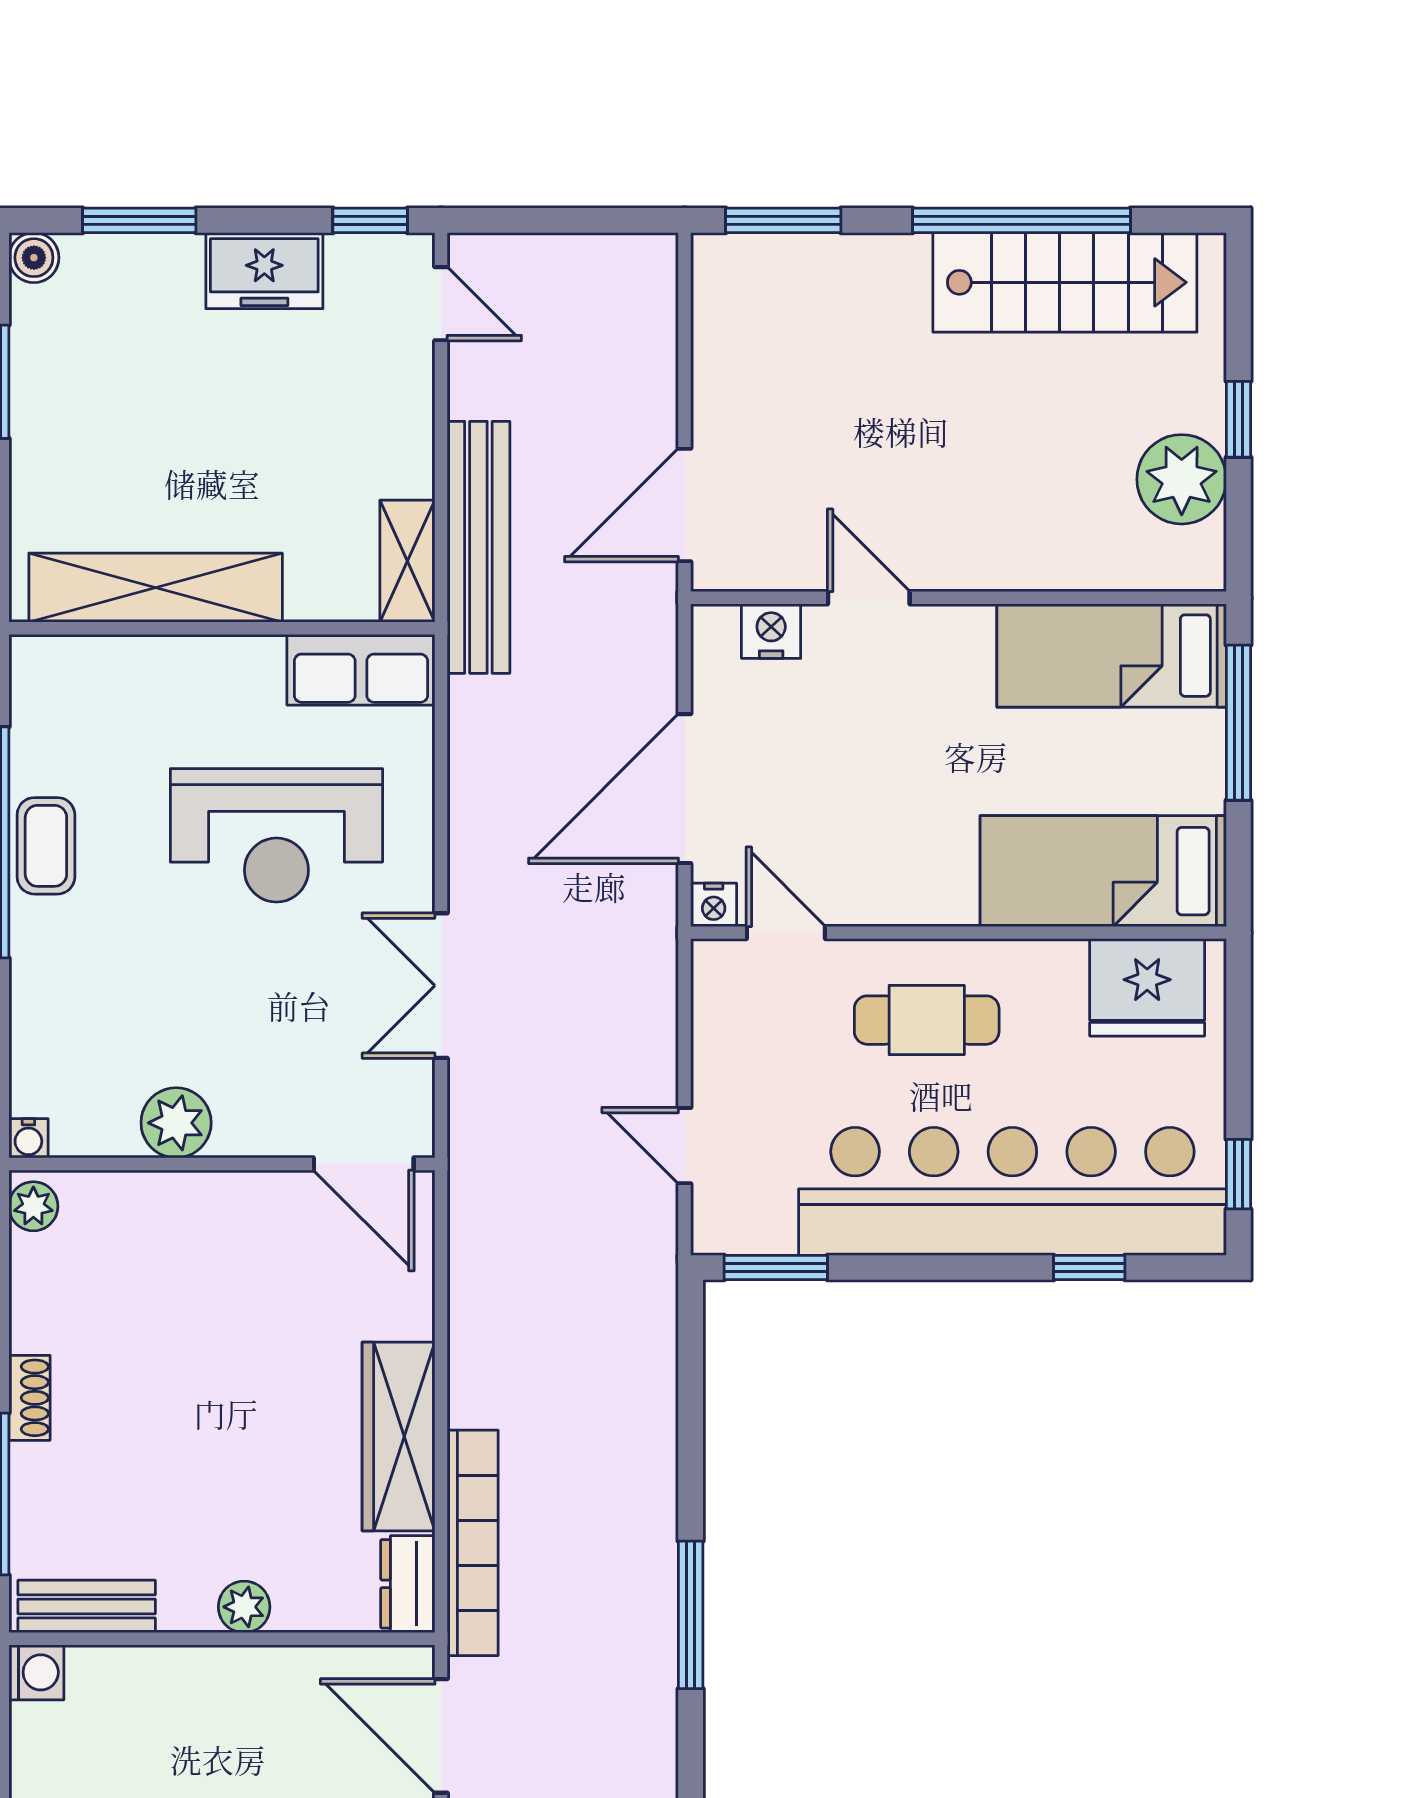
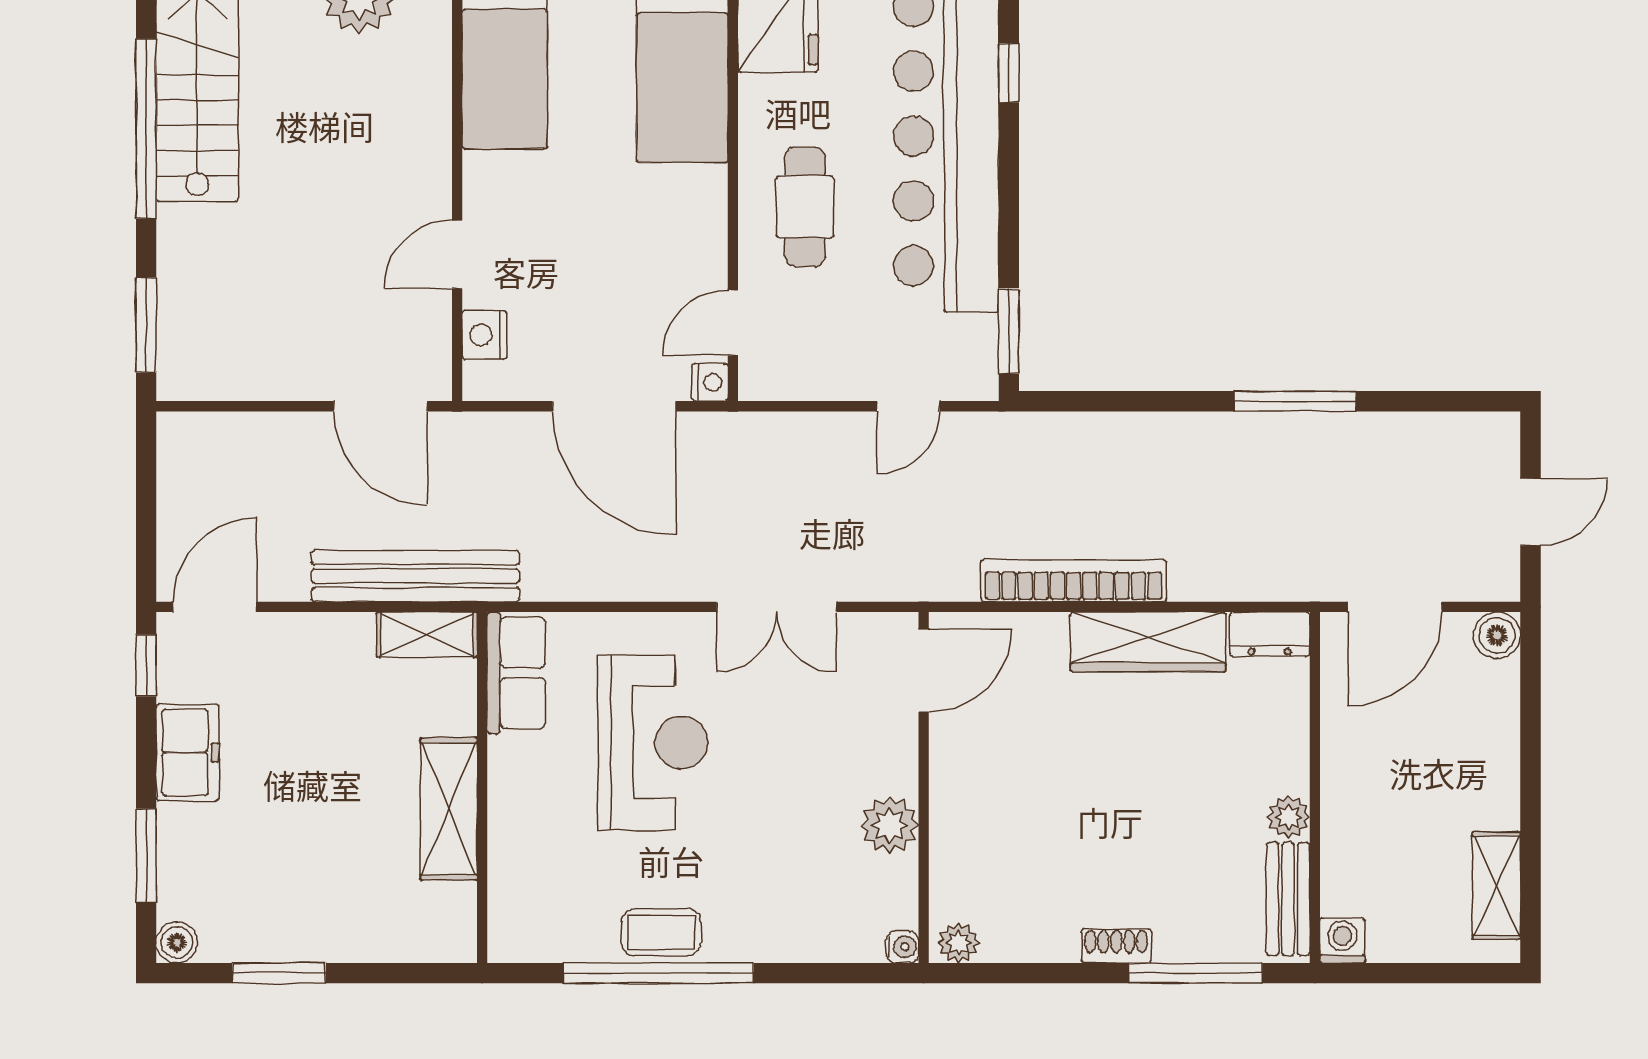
door: (441, 304) -> (215, 607), width x1.37
shelving: (156, 588) -> (449, 809), width x0.68
bookcase: (473, 1543) -> (1074, 581), moved
plant: (244, 1607) -> (1288, 817), moved

